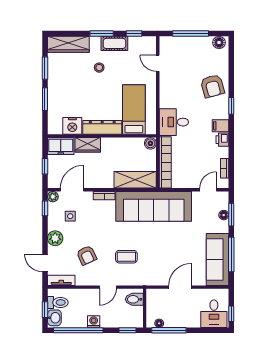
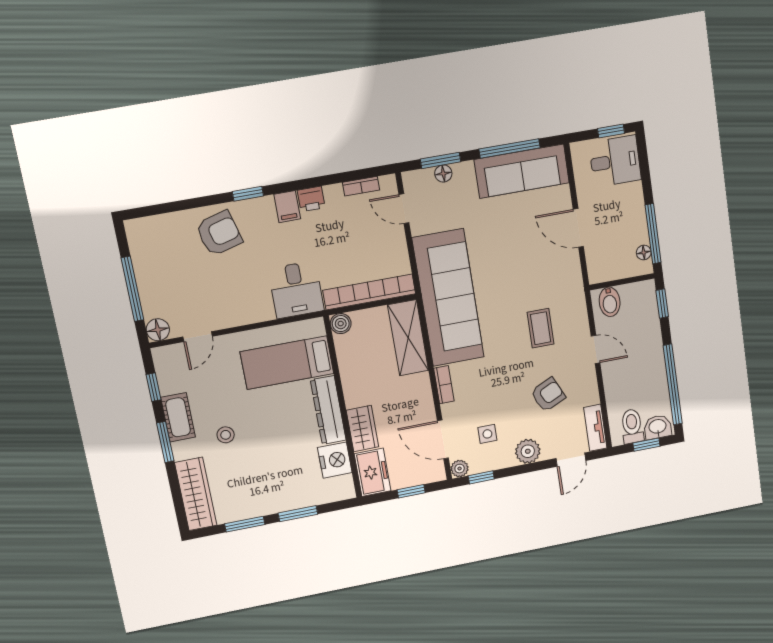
floor lamp: (219, 43) -> (158, 330), moved
washing machine: (94, 322) -> (655, 362), removed

